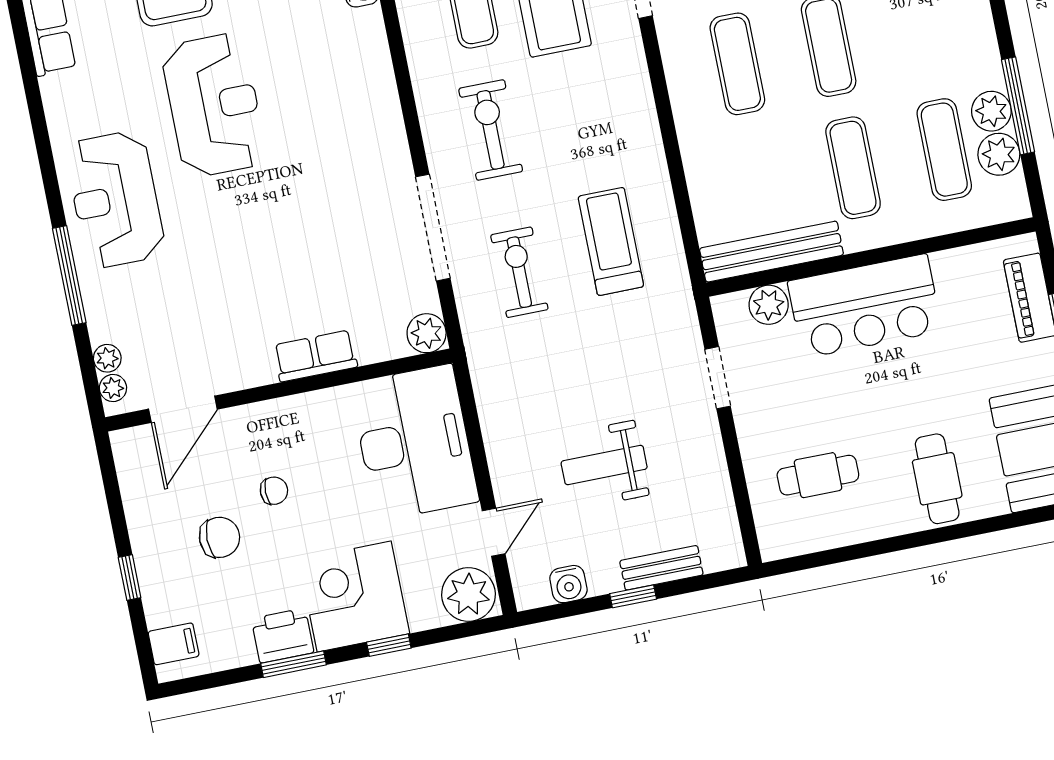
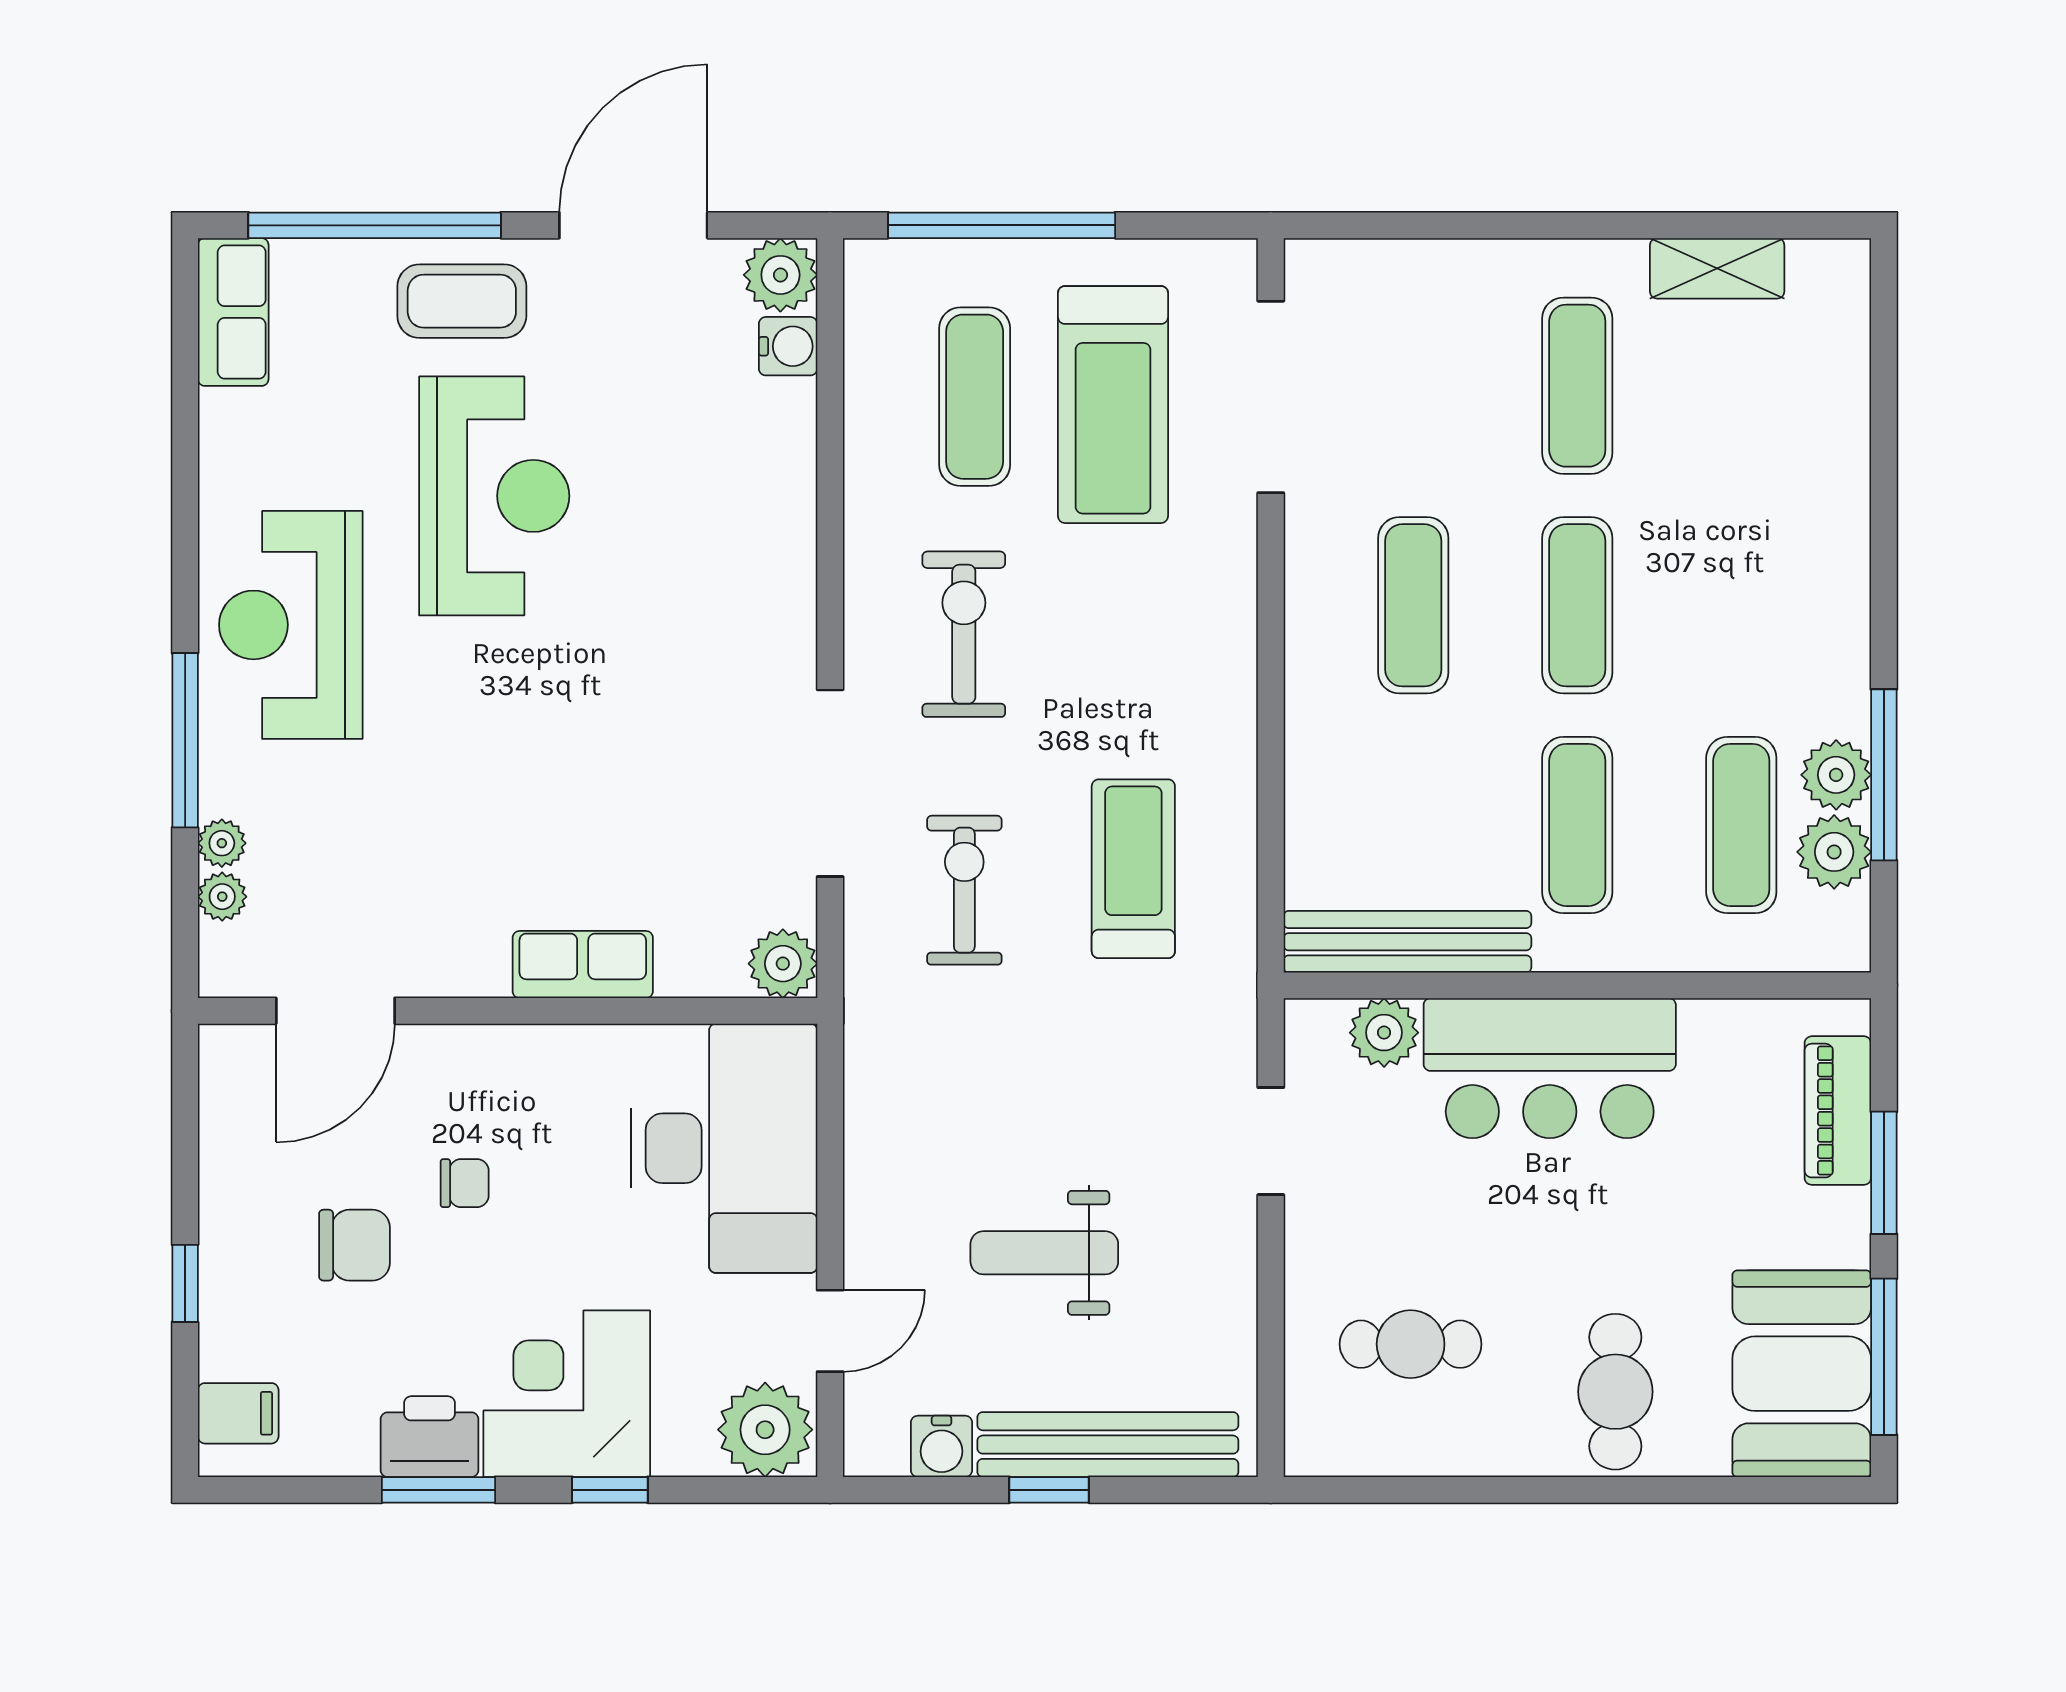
plant: (113, 388) -> (222, 843), moved
bench: (661, 568) -> (1108, 1445), width x1.86, depth x1.21

